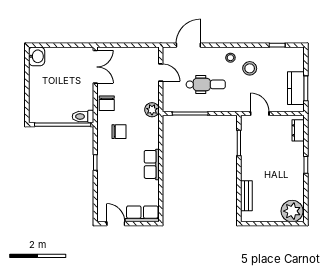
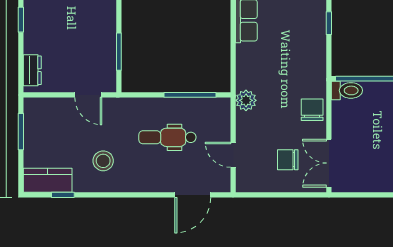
stool: (230, 58) -> (131, 176), removed
kitchen counter: (296, 88) -> (48, 180), moved, turned -90
chair: (119, 132) -> (288, 160), moved

